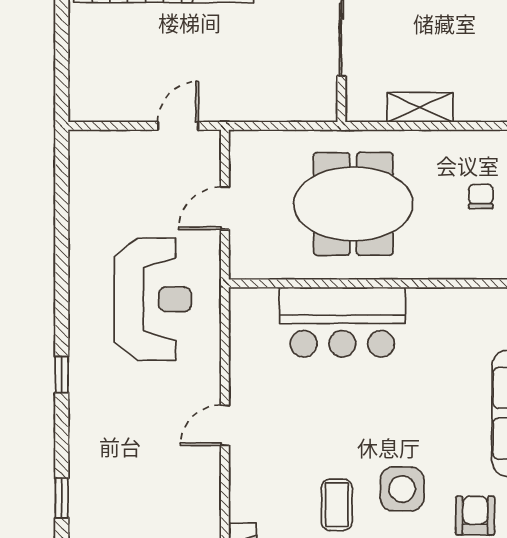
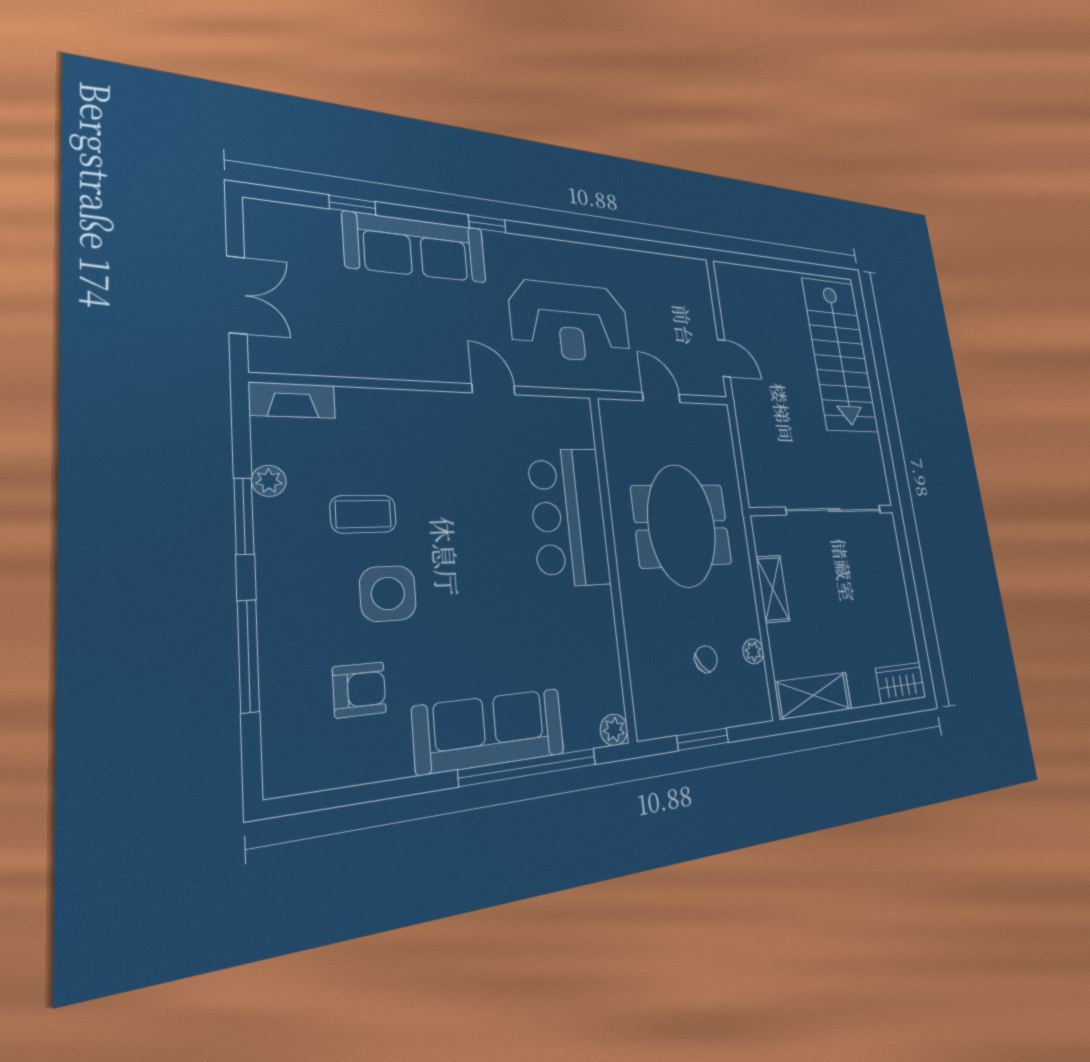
plant: (479, 142) -> (753, 651), added
chair: (481, 196) -> (706, 659), turned -37
door: (225, 425) -> (494, 389), moved
sofa: (95, 445) -> (416, 248), added

